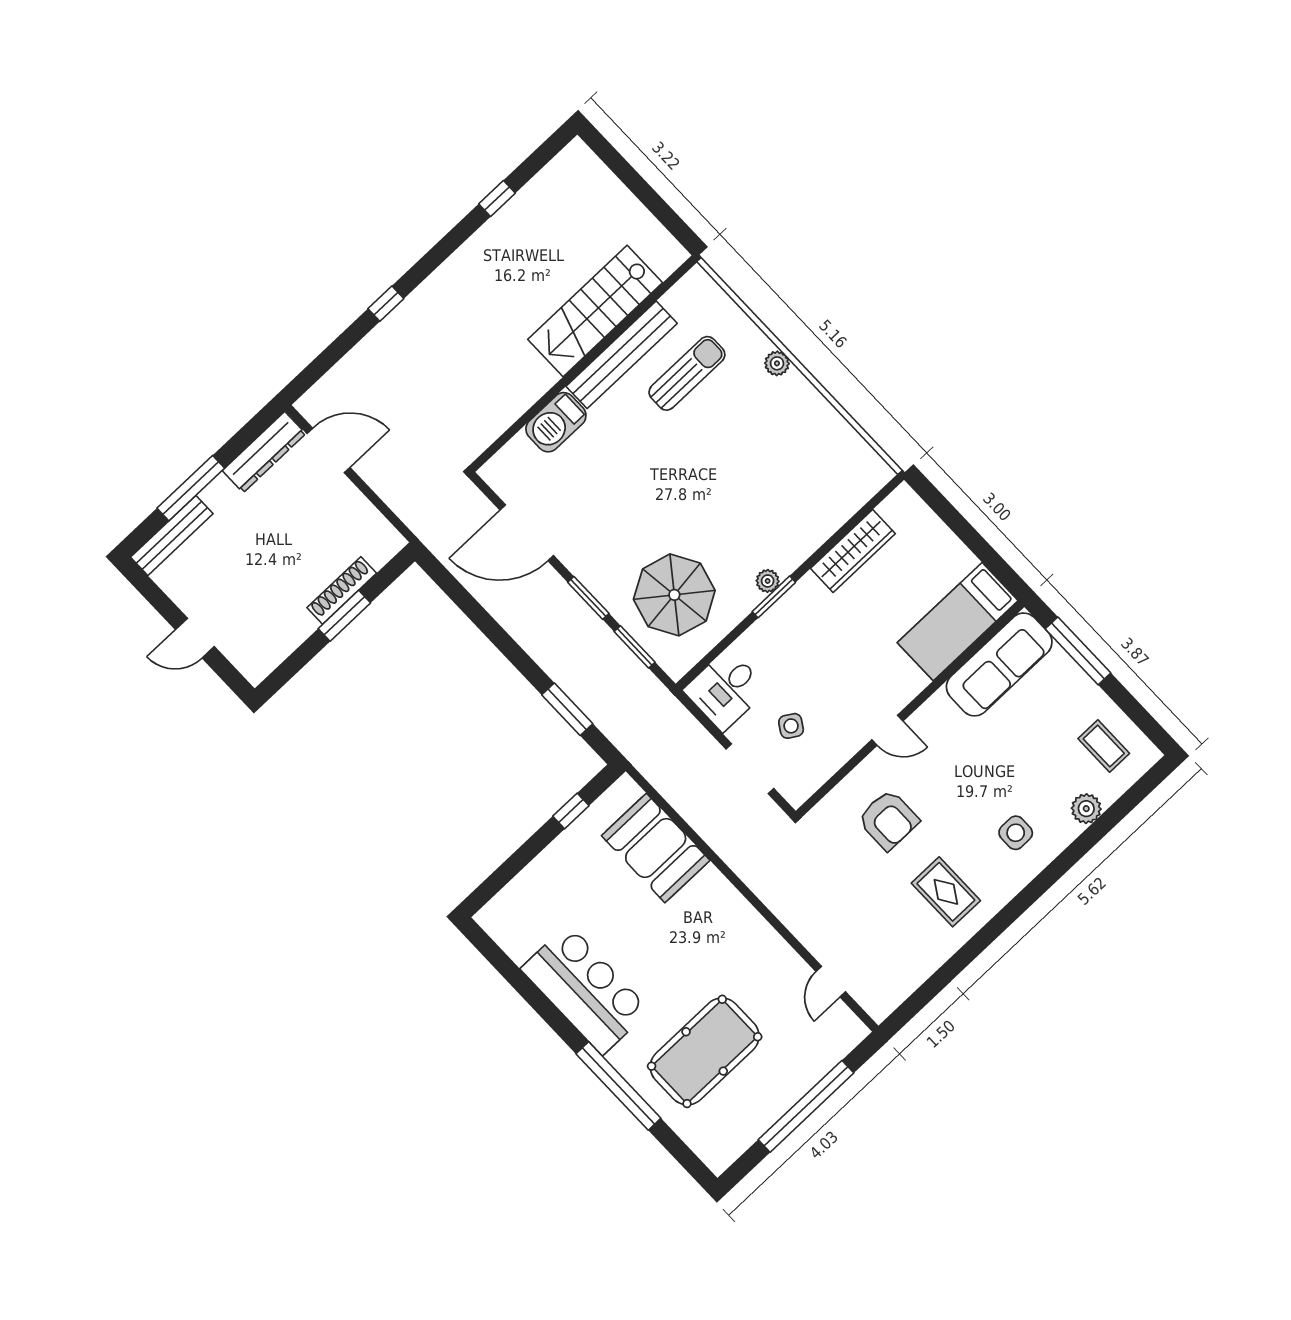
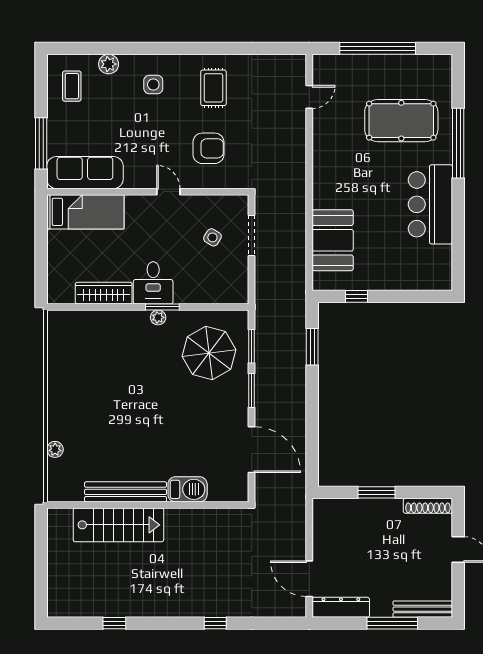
plant: (777, 363) -> (55, 449), moved
sun lounger: (687, 373) -> (103, 453), removed
shoe rack: (342, 590) -> (428, 506), moved
desk: (726, 690) -> (153, 283), moved, turned 90
armchair: (888, 820) -> (208, 148), turned 90

